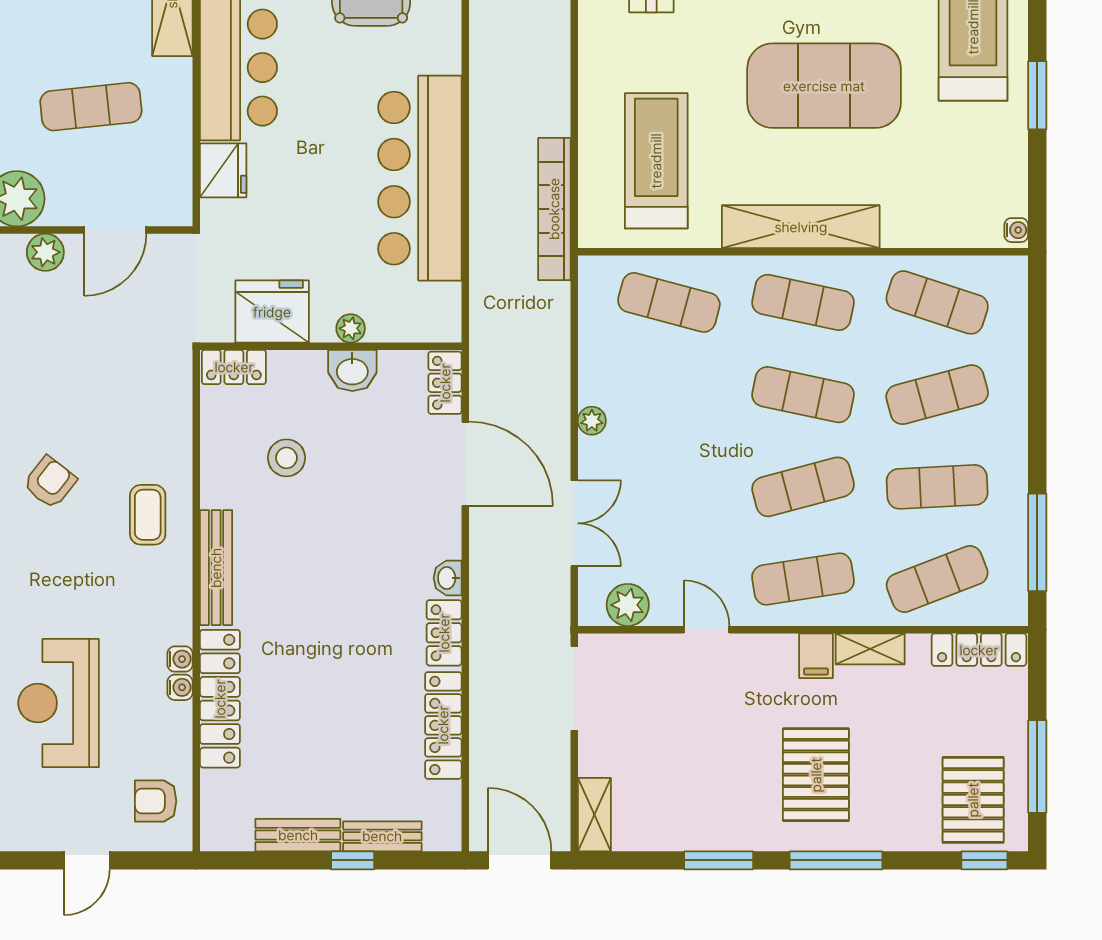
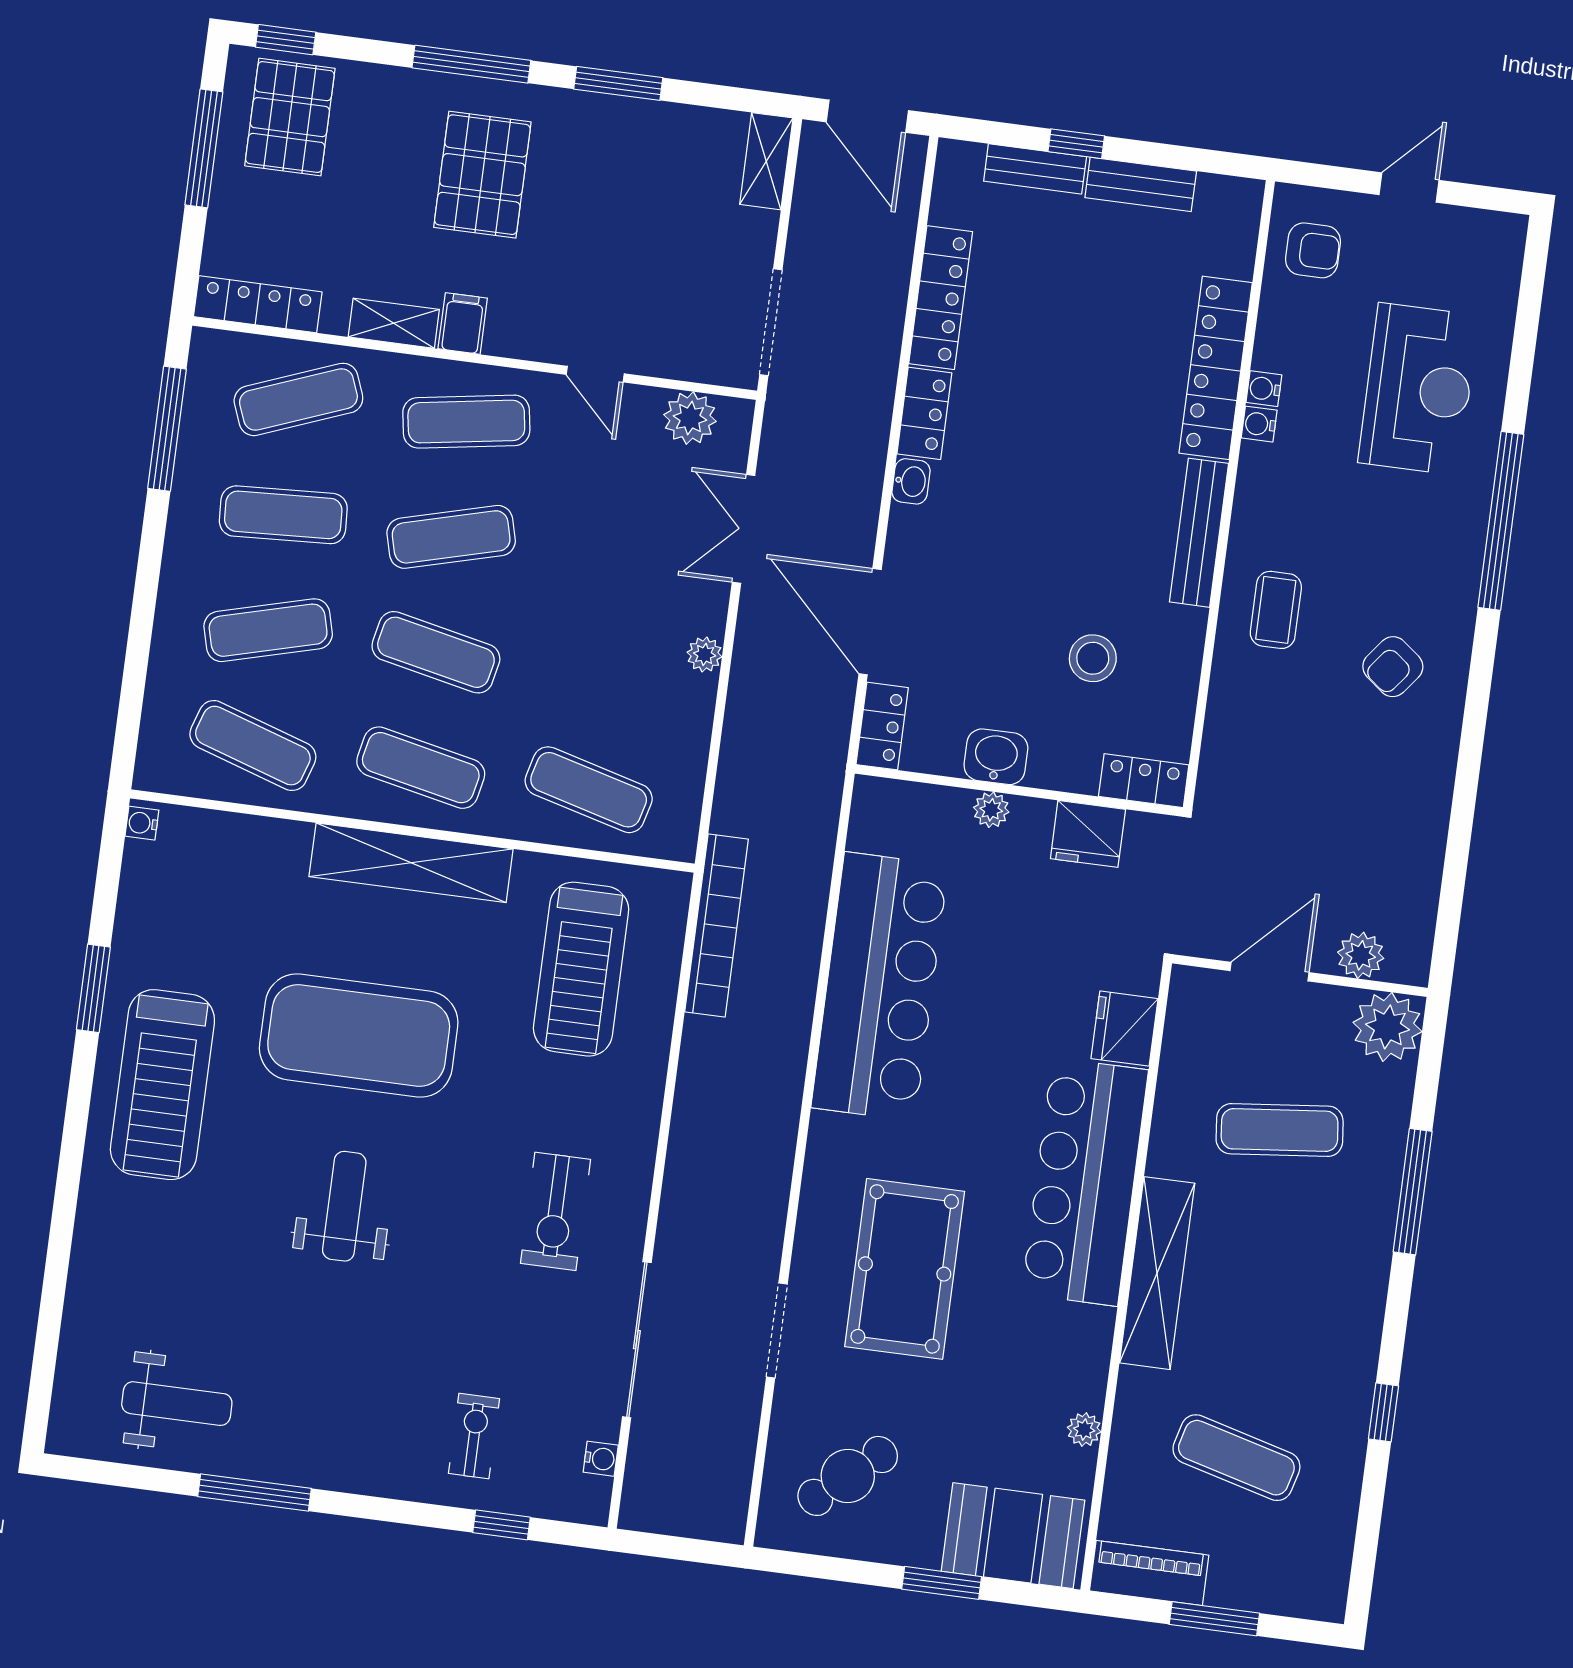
fridge: (272, 312) -> (1088, 834), width x0.73, depth x0.75

